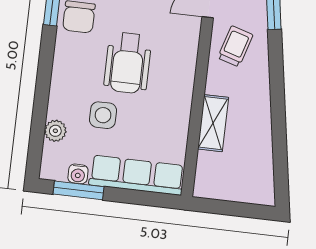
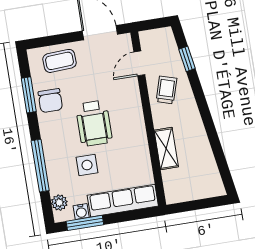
window: (41, 99) -> (40, 166), added
plant: (55, 131) -> (59, 203), moved

